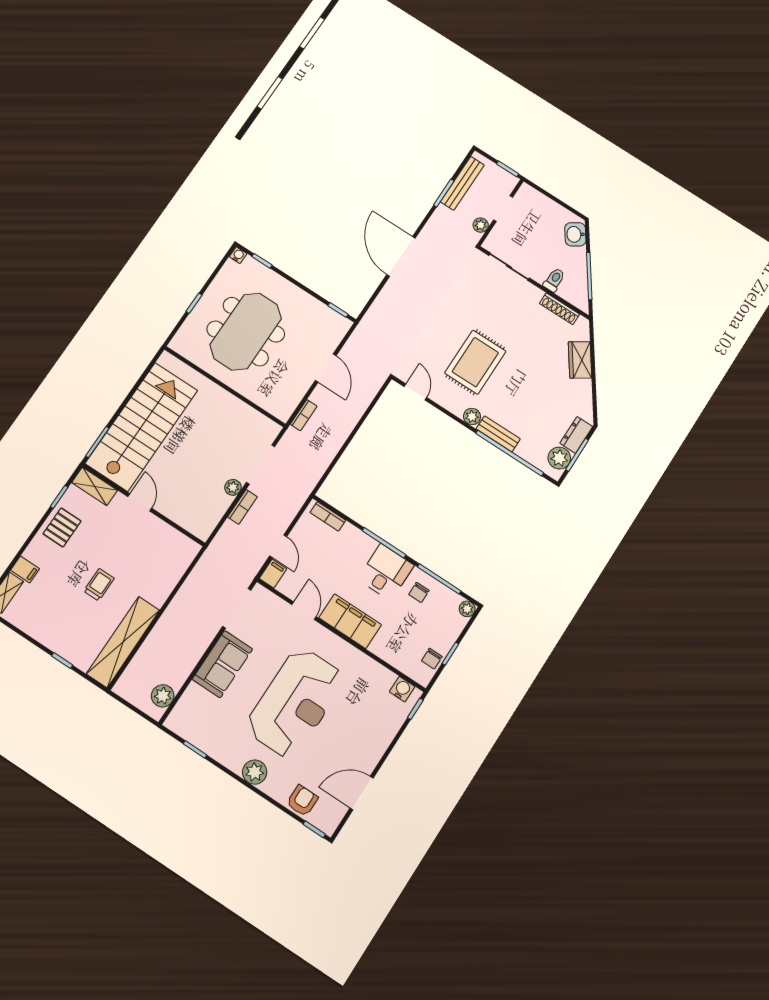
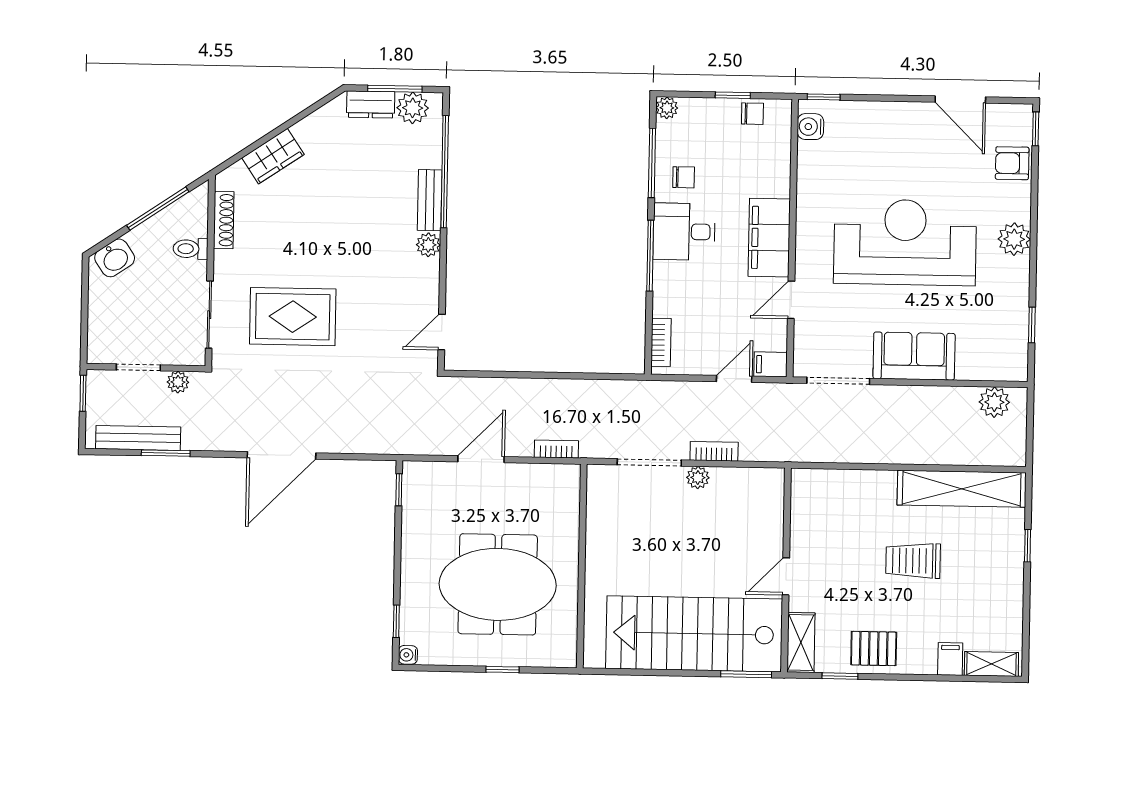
rug: (475, 362) -> (293, 317), moved
trolley: (99, 585) -> (913, 561), width x1.36, depth x1.39

